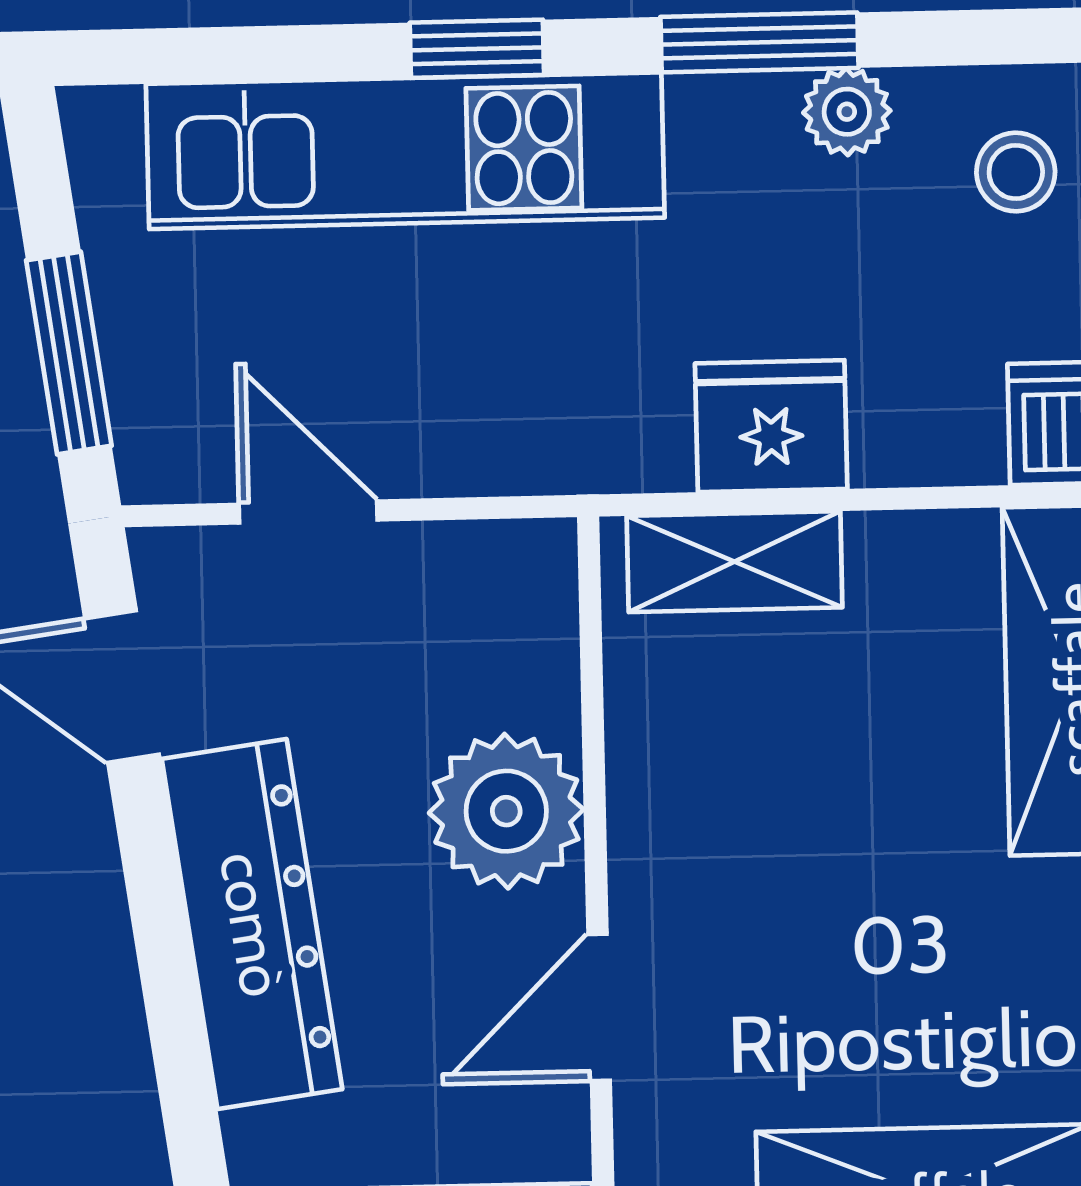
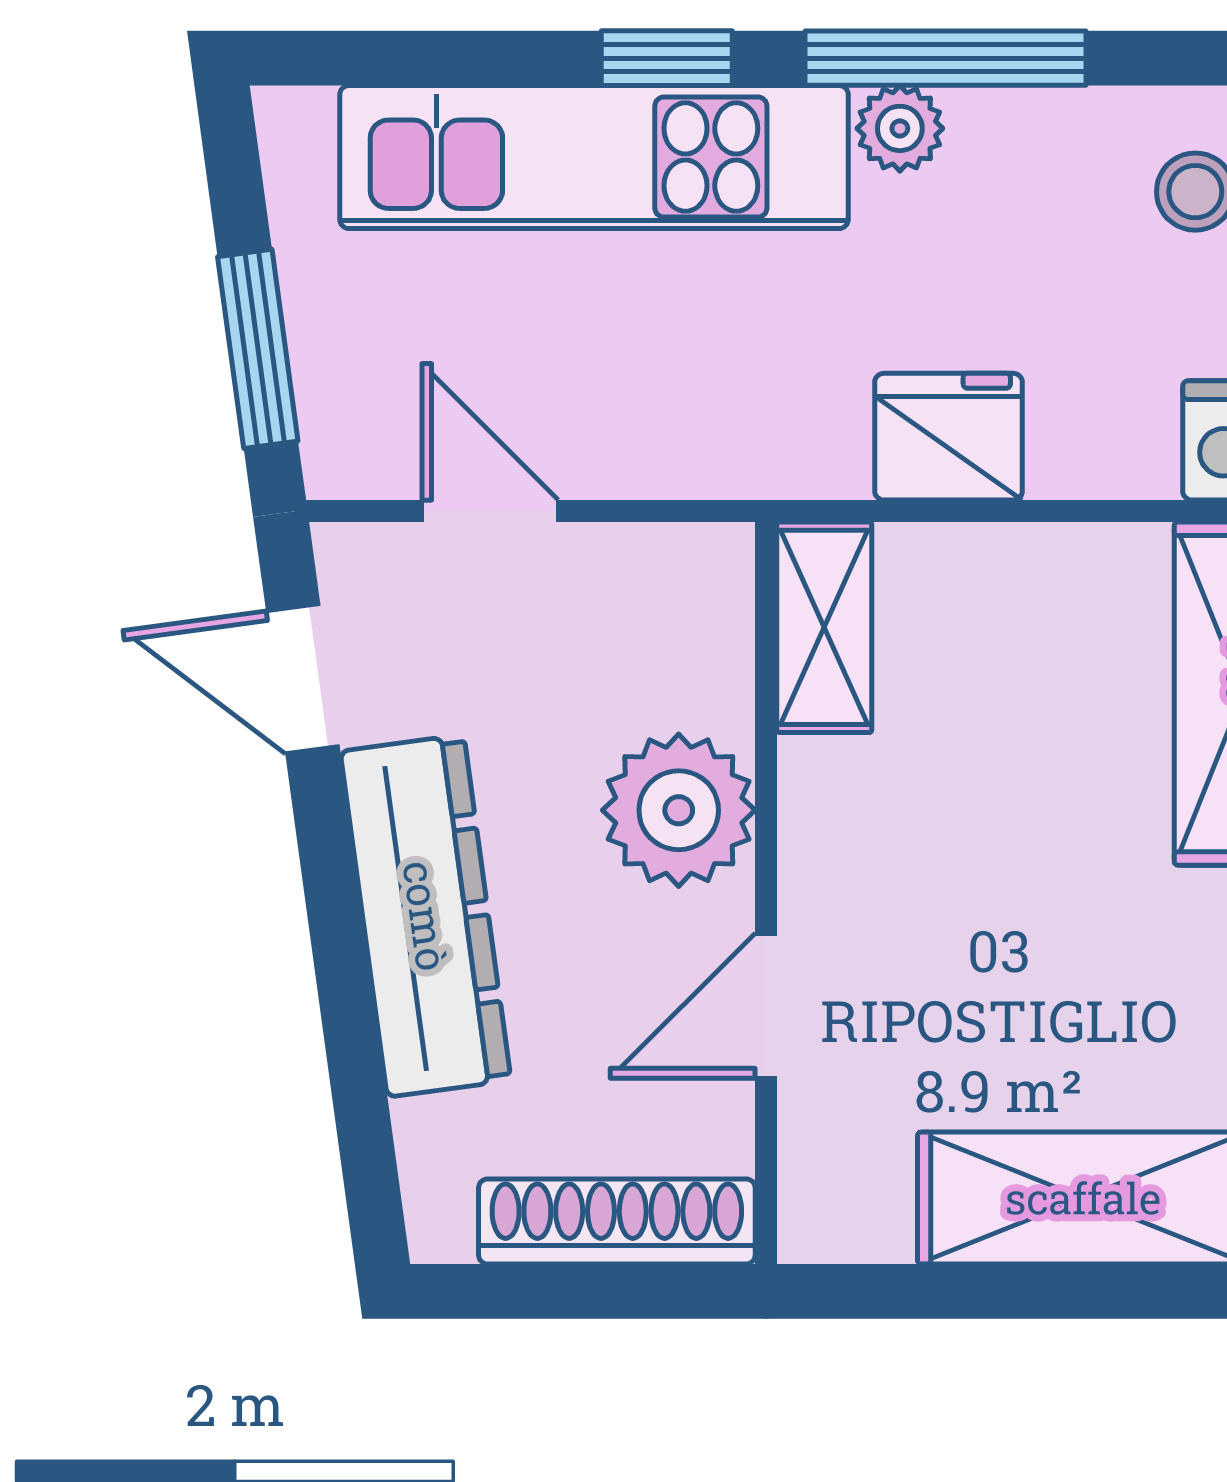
window: (759, 42) -> (946, 58), width x1.44
plant: (847, 112) -> (900, 128), moved
shelving: (735, 562) -> (824, 627), moved, turned 90

